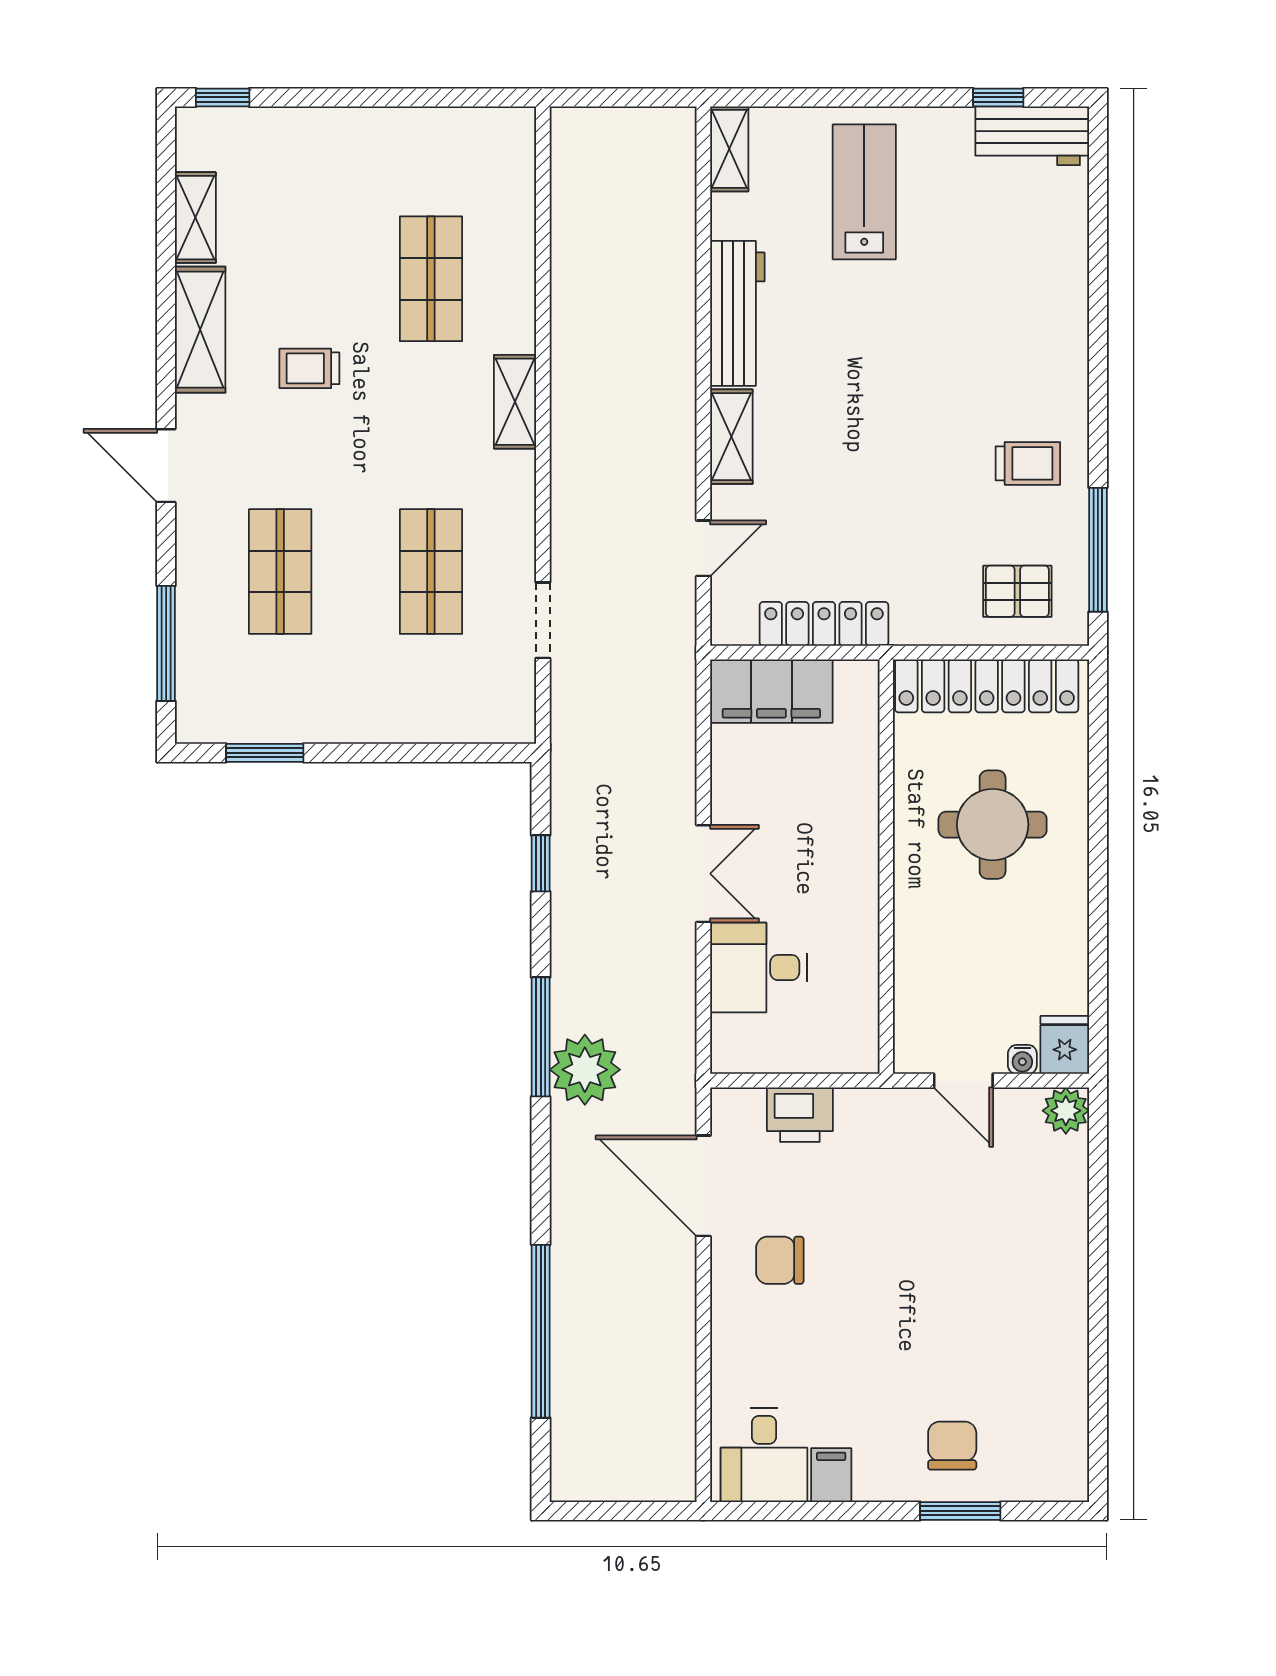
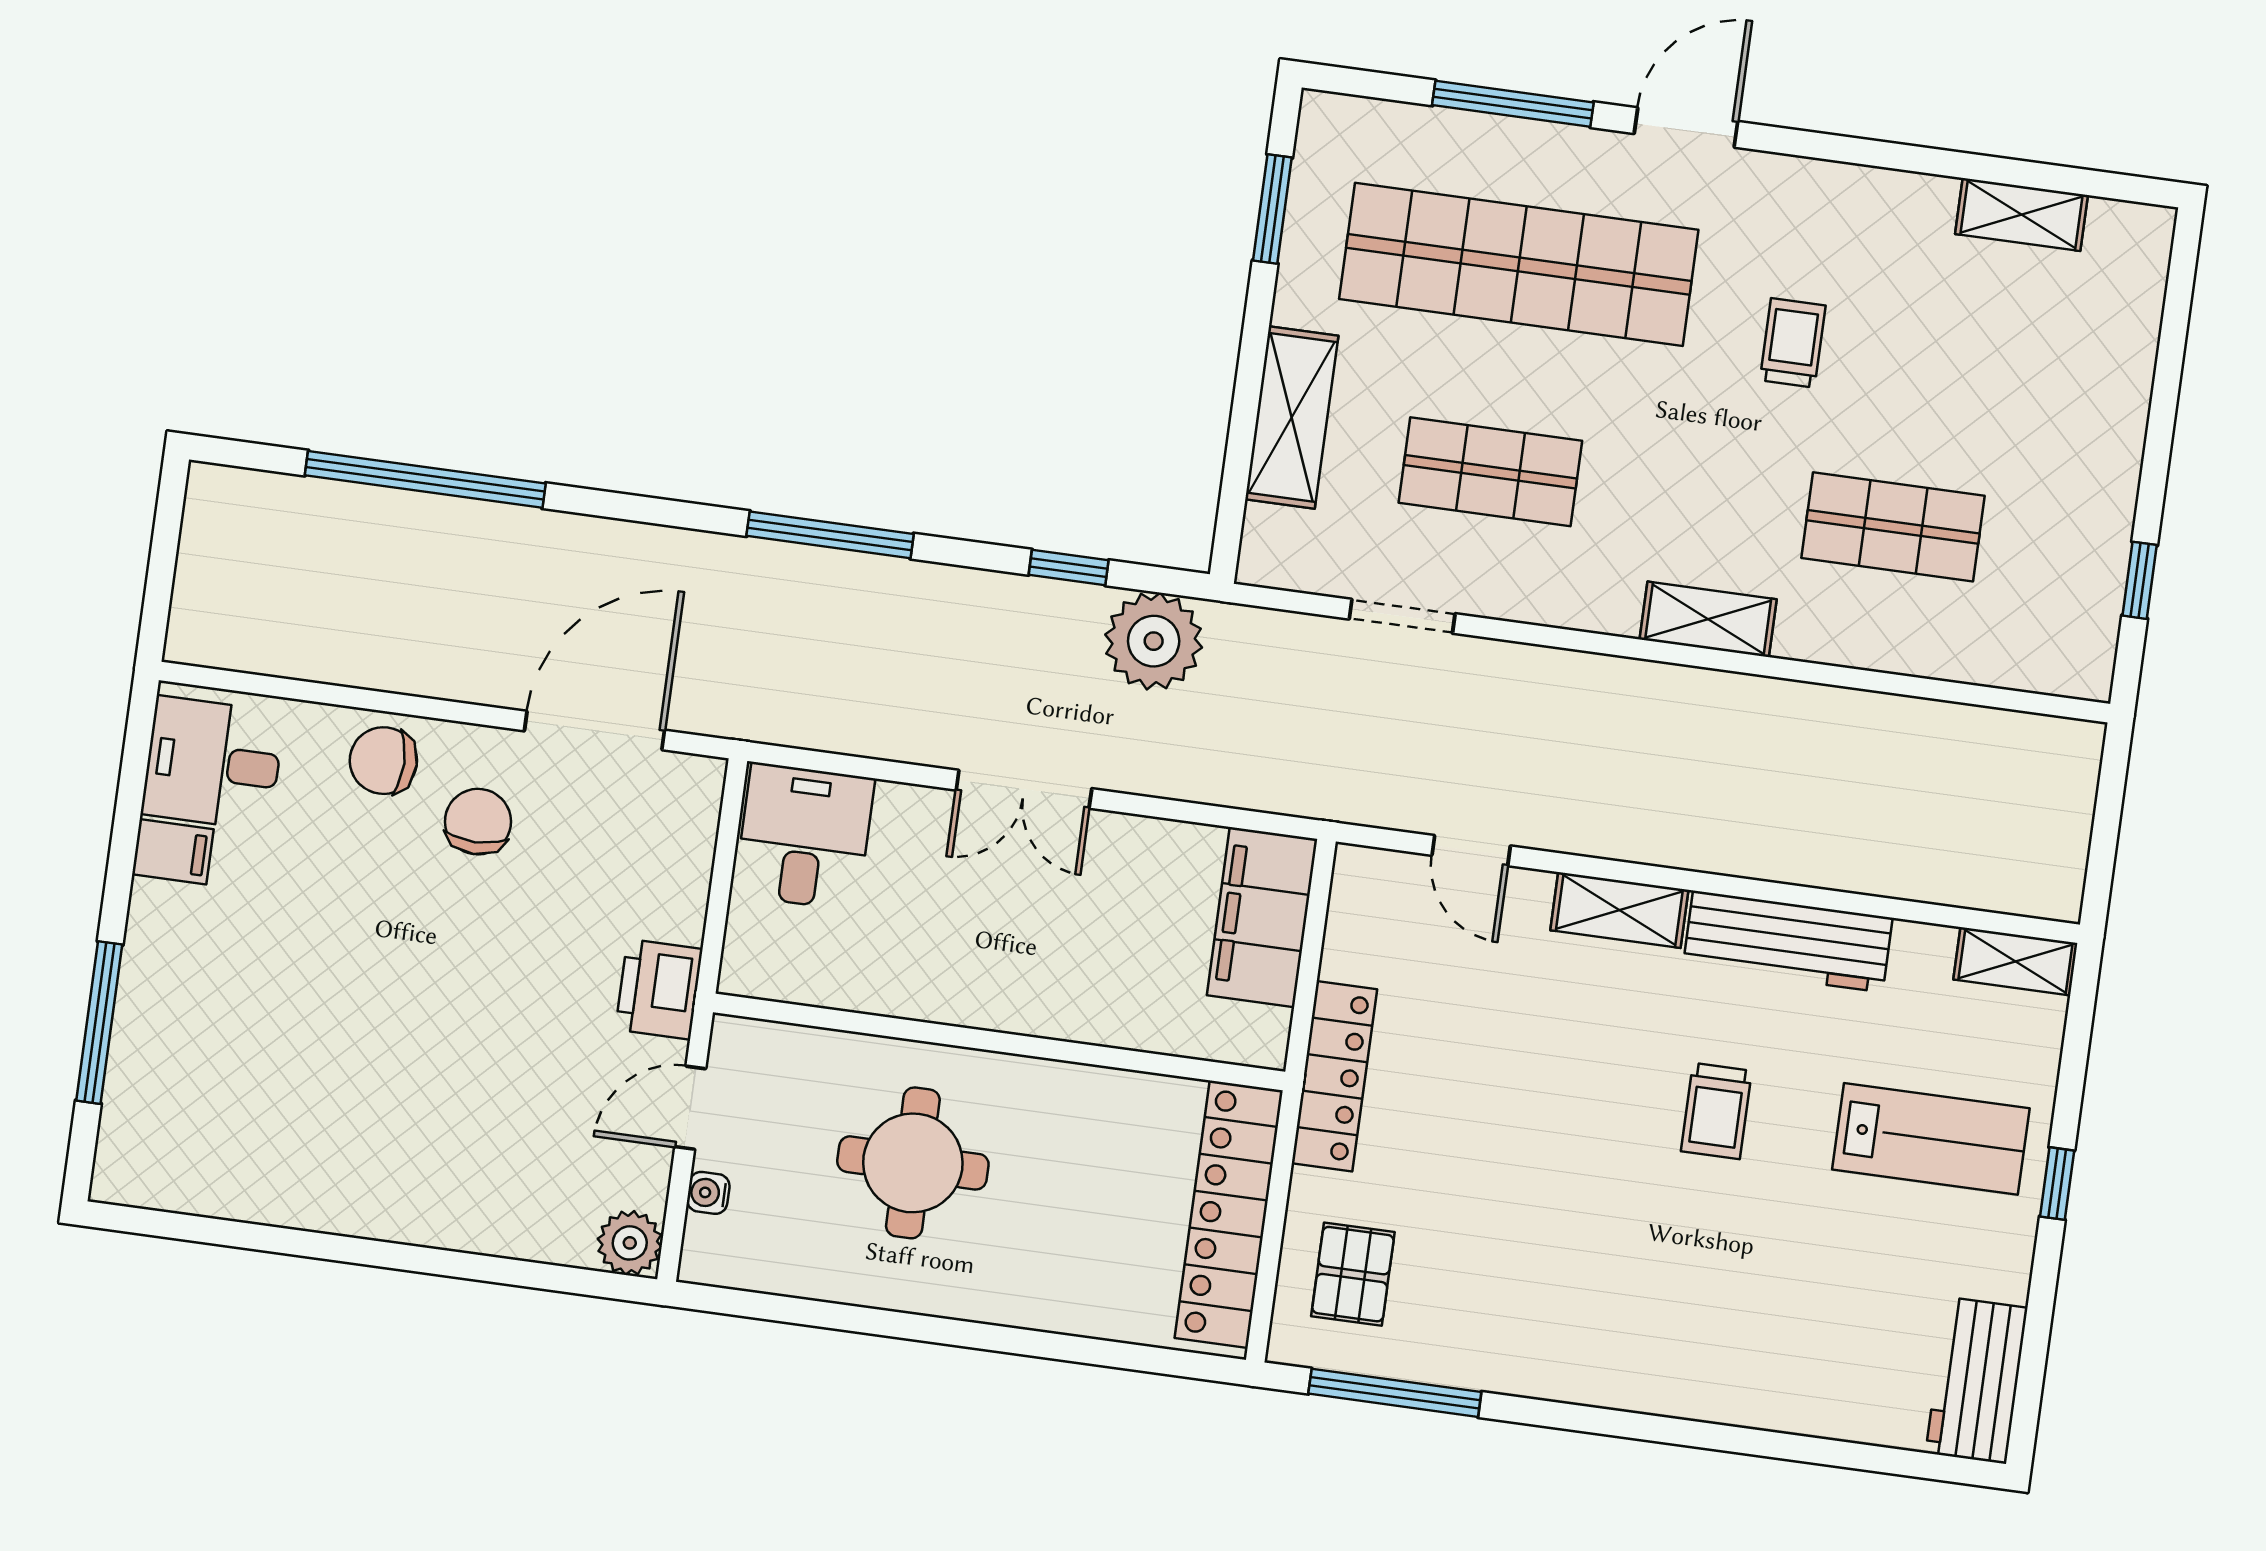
window: (223, 97) -> (2140, 580), moved
window: (998, 97) -> (2057, 1184), moved
shelving: (200, 330) -> (1292, 417), moved, turned 90
trolley: (1028, 463) -> (1716, 1111), moved
shop shelf: (280, 572) -> (1519, 264), width x2.00, depth x1.36
locker: (824, 624) -> (1334, 1076), moved
window: (166, 643) -> (1513, 104), moved
round table: (993, 825) -> (913, 1163), moved
desk: (759, 968) -> (804, 837), moved
fridge: (1065, 1045) -> (720, 1254), removed
plant: (585, 1070) -> (1154, 641), moved
printer: (800, 1115) -> (659, 989), moved
chair: (952, 1446) -> (383, 761), moved, turned 180
window: (960, 1511) -> (99, 1023), width x1.44

